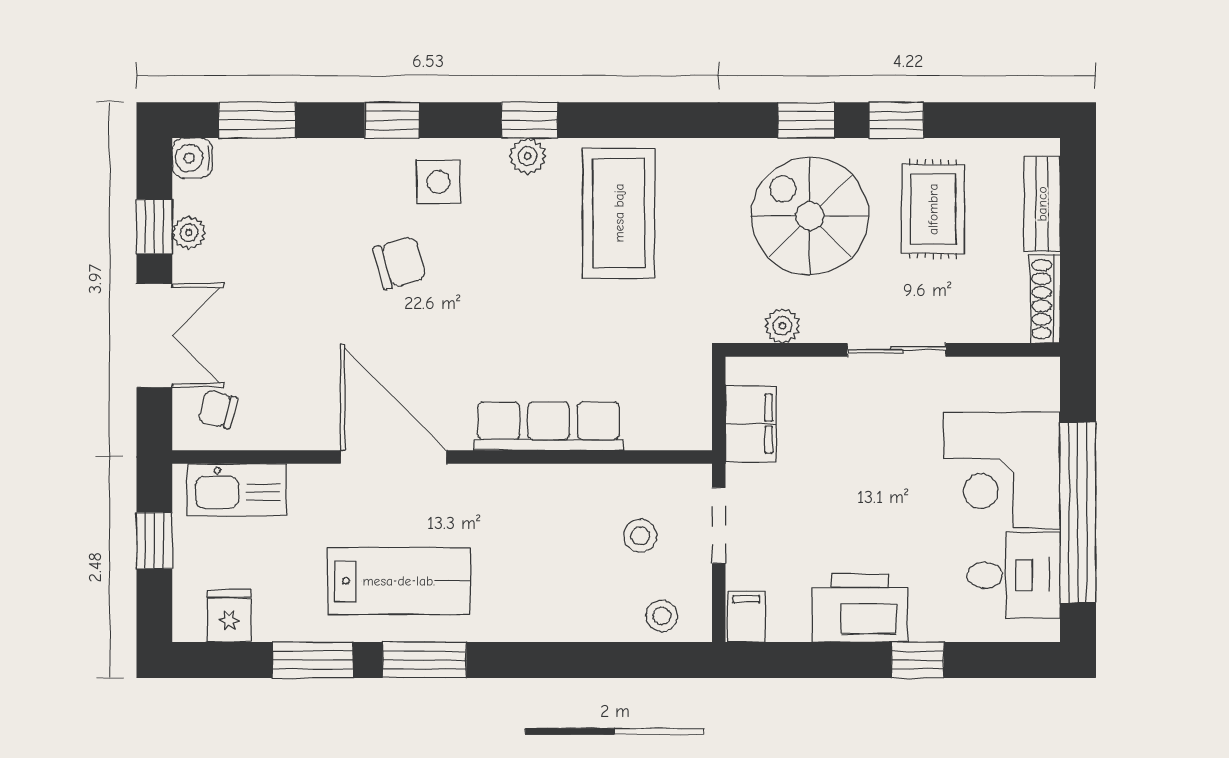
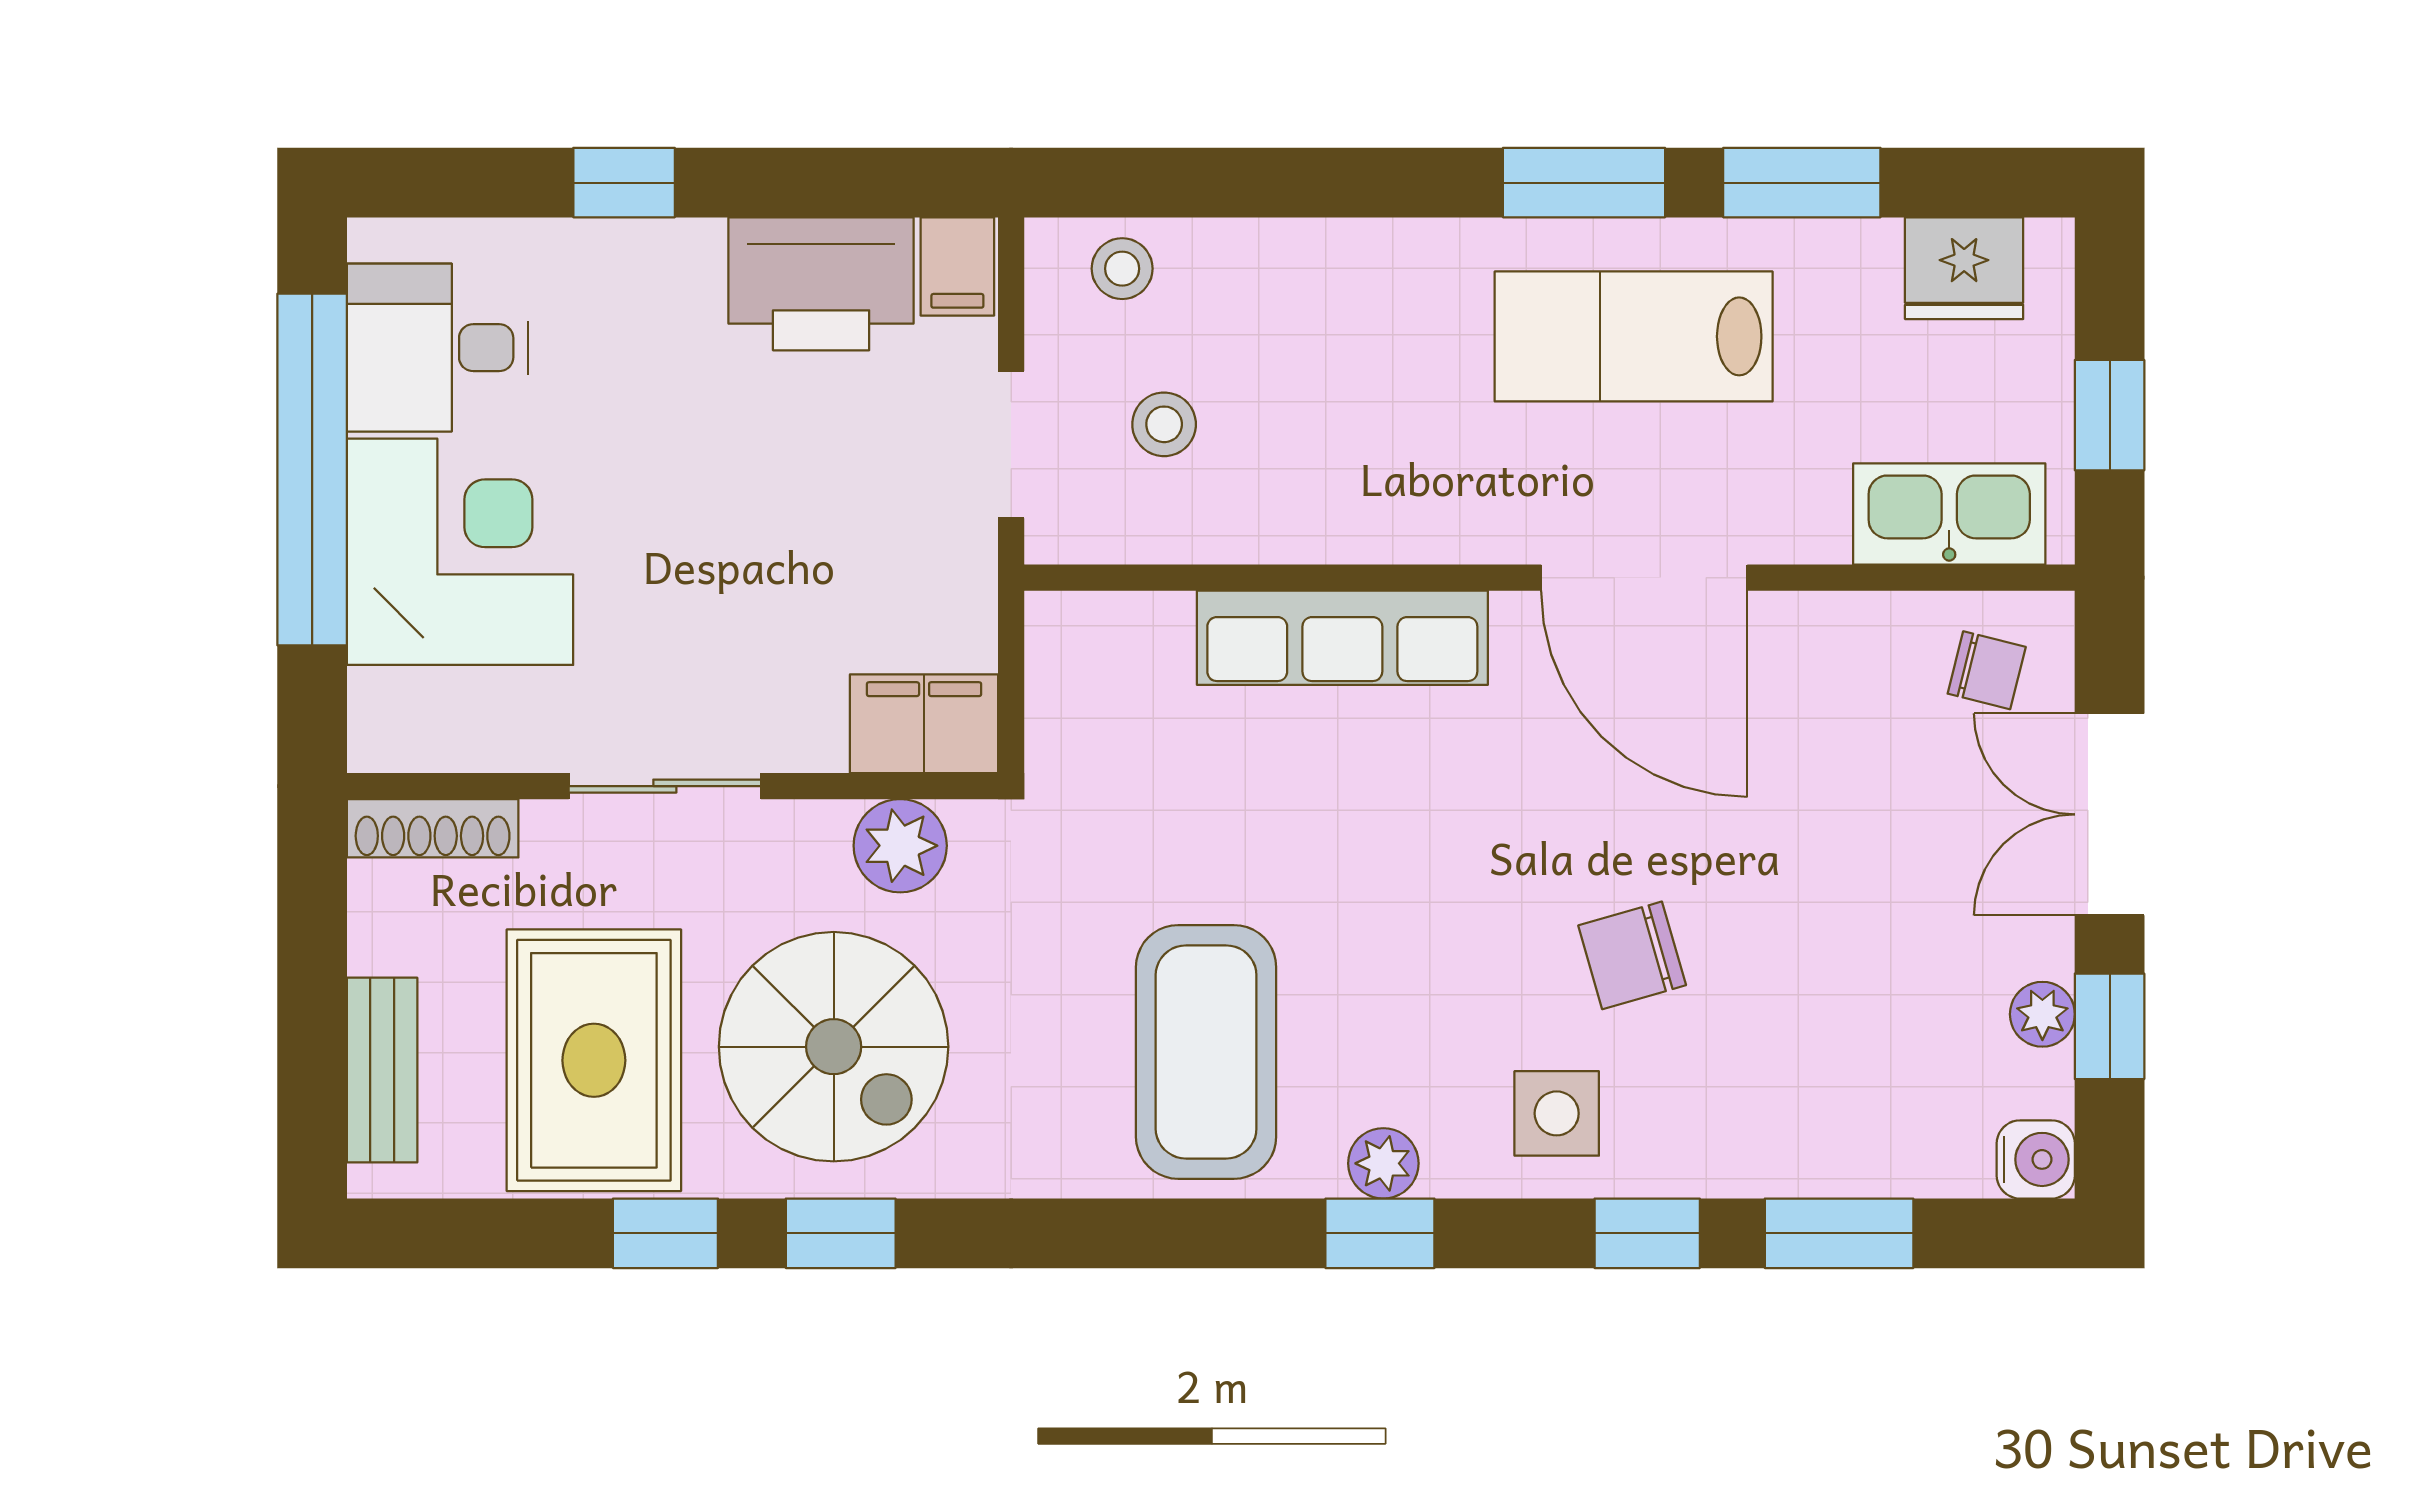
window: (257, 120) -> (1839, 1233), moved
rug: (933, 209) -> (594, 1060), width x1.36, depth x1.43
shoe rack: (1045, 299) -> (433, 828), moved, turned 90
plant: (782, 326) -> (900, 846), width x1.38, depth x1.38
filing cabinet: (751, 424) -> (924, 724), moved, turned 90
printer: (860, 608) -> (821, 284), moved
fridge: (229, 616) -> (1964, 268), width x1.38

